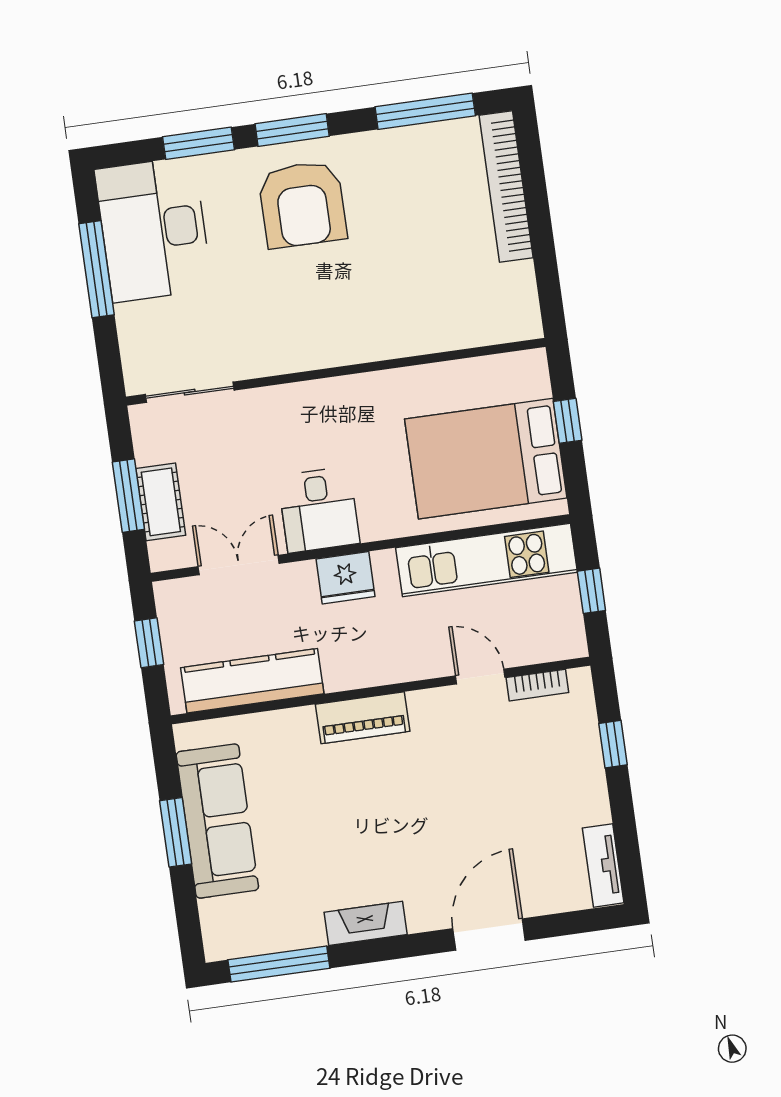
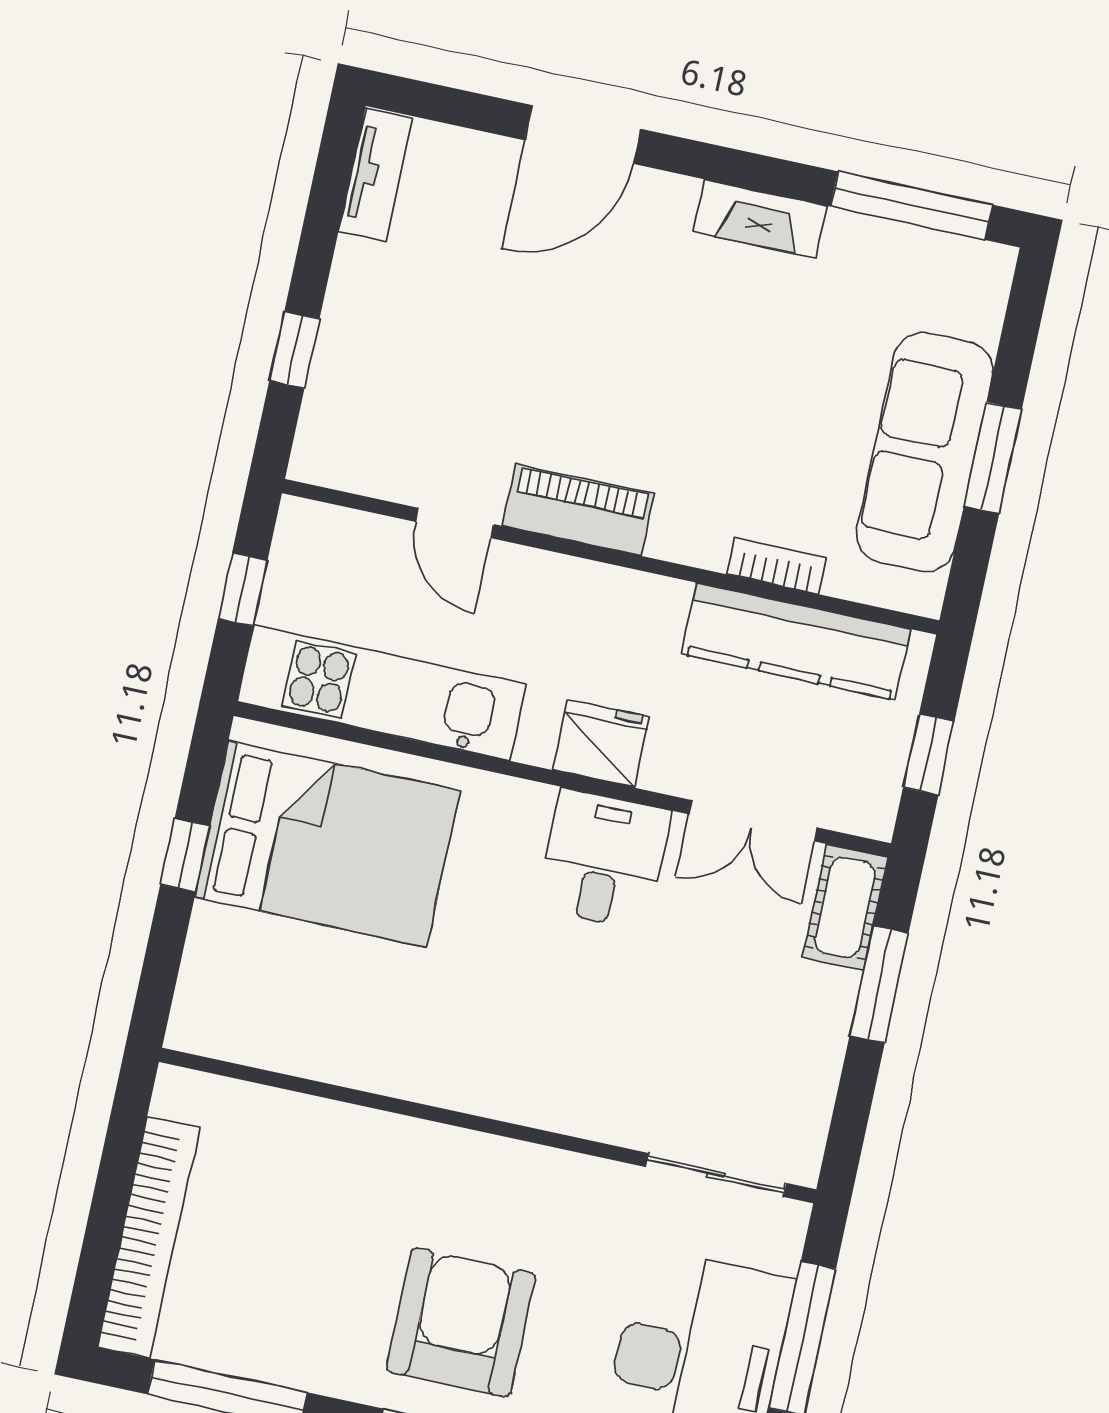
wall: (336, 372) -> (488, 1126), moved
sliding door: (190, 392) -> (716, 1175), moved
cot: (161, 502) -> (845, 907), moved
bookcase: (537, 685) -> (777, 566), moved
piano: (363, 718) -> (579, 510), moved

